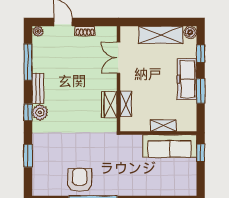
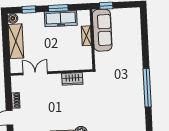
double door: (118, 58) -> (35, 73), swing flipped
freezer: (187, 79) -> (61, 19), moved
shelving: (126, 104) -> (71, 66), removed
armchair: (80, 180) -> (132, 99), removed

